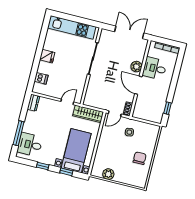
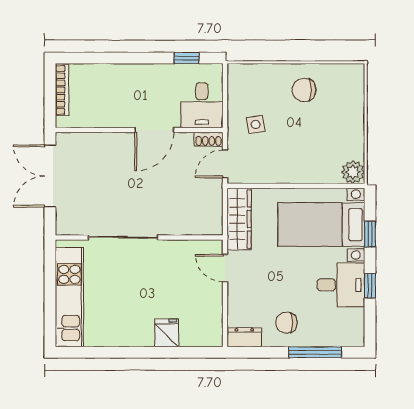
fridge: (47, 56) -> (167, 333), moved
plant: (136, 67) -> (117, 144), removed
desk: (155, 68) -> (202, 105), moved
dishwasher: (41, 78) -> (190, 334), removed
door: (115, 114) -> (225, 164), swing flipped
chair: (35, 124) -> (286, 323), added
desk: (30, 145) -> (341, 285), moved, turned -90
plant: (108, 174) -> (353, 172), moved

